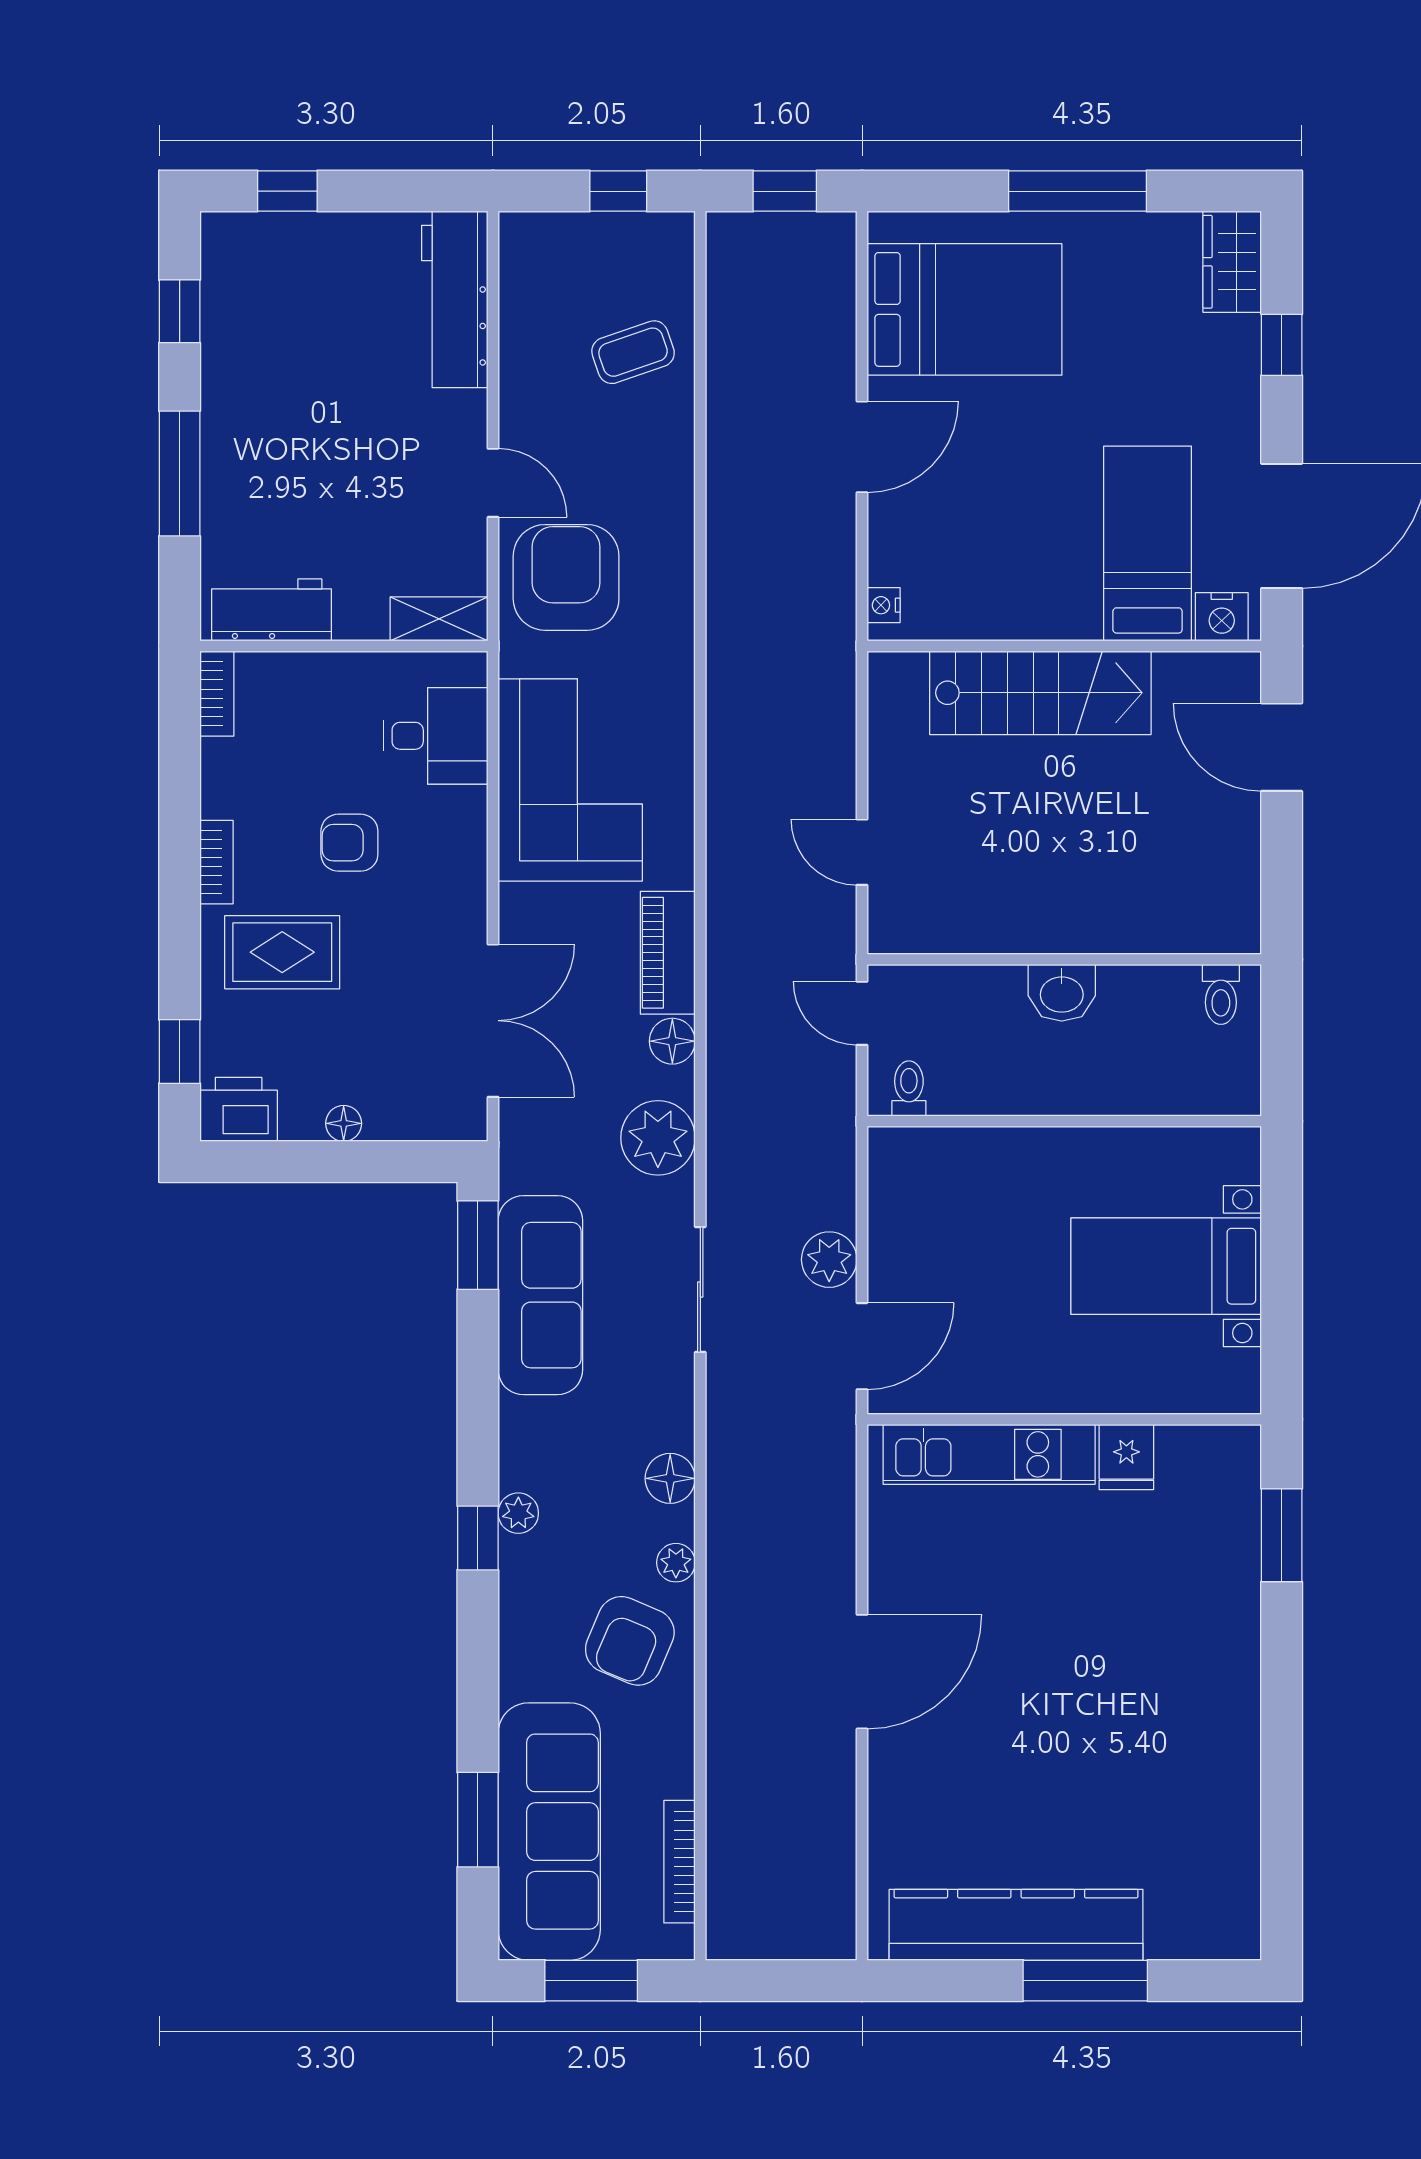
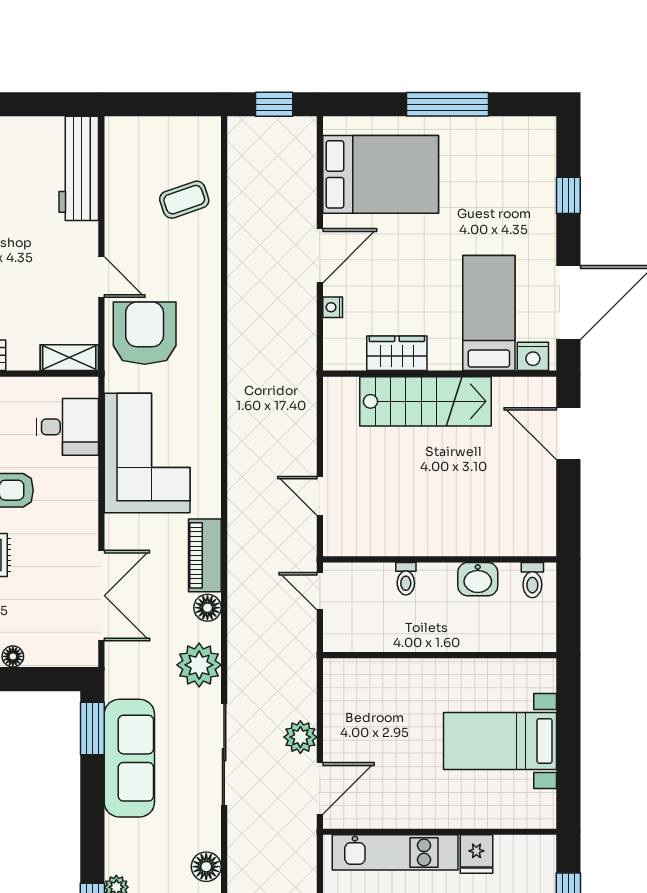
window: (618, 191) -> (175, 104), removed
wardrobe: (1232, 262) -> (397, 353), moved, turned 90
nightstand: (884, 605) -> (333, 307), moved
washbasin: (1062, 993) -> (478, 579), moved
toilet: (909, 1088) -> (406, 579), moved, turned 180
sliding door: (700, 1290) -> (224, 755), width x1.37

